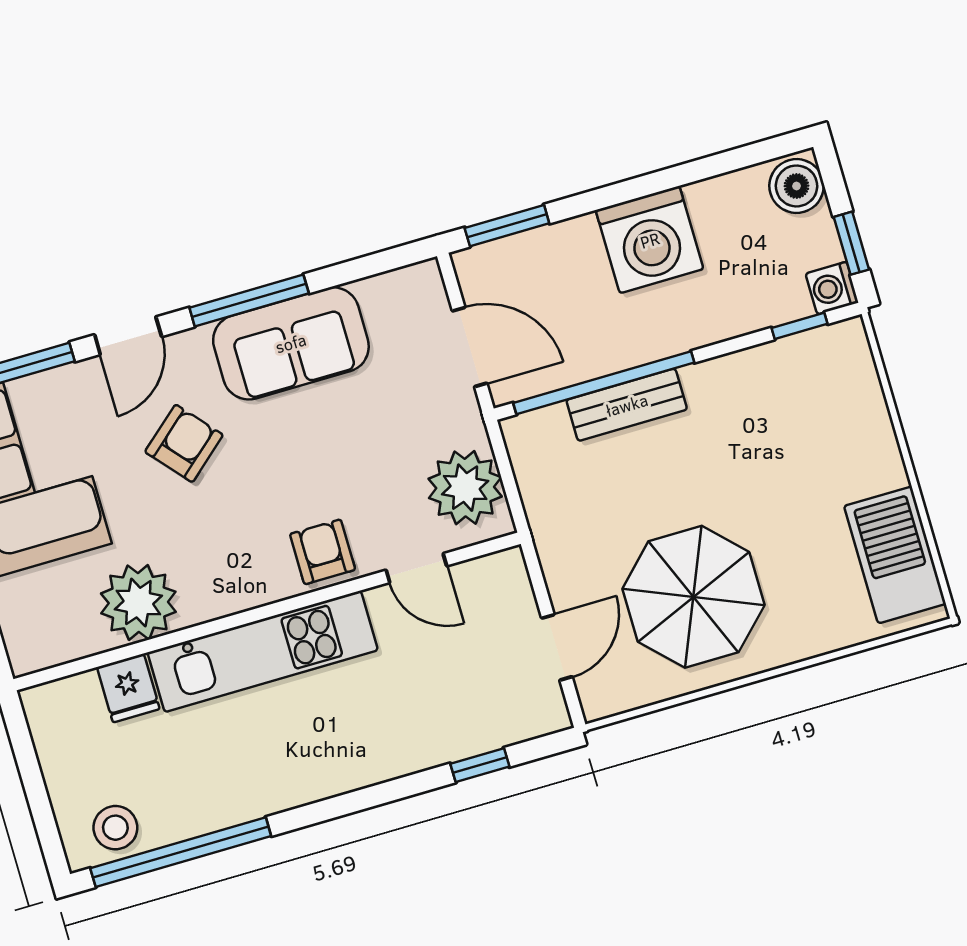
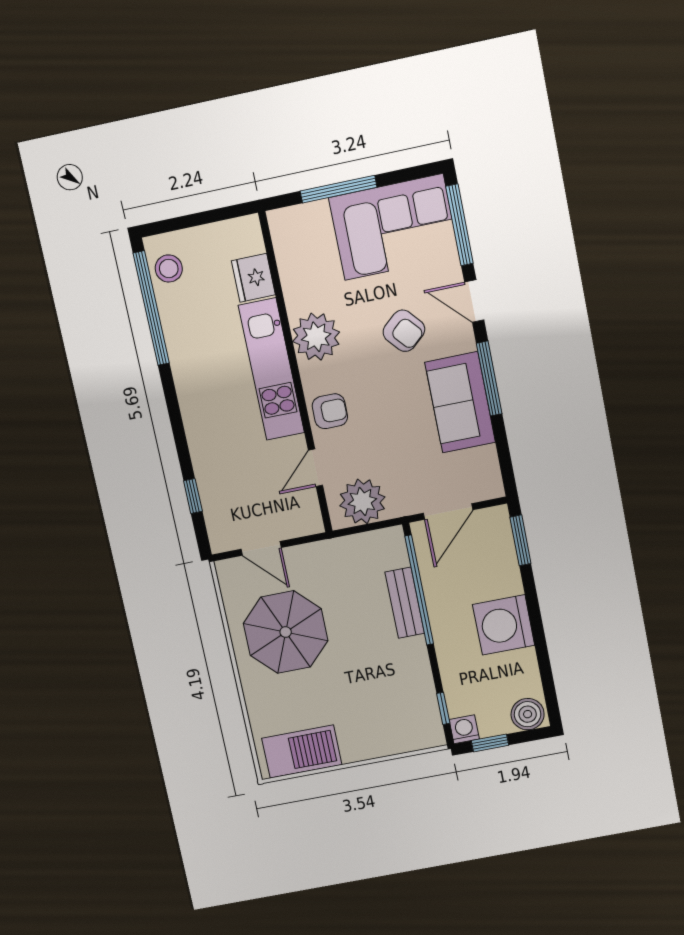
plant: (138, 603) -> (316, 337), moved
fridge: (128, 688) -> (253, 278), width x1.38

